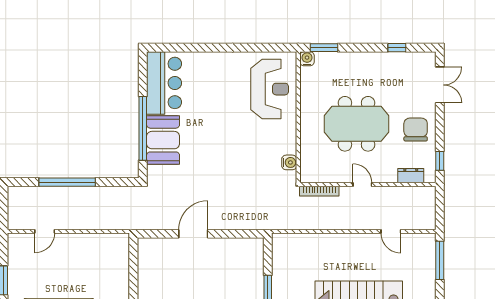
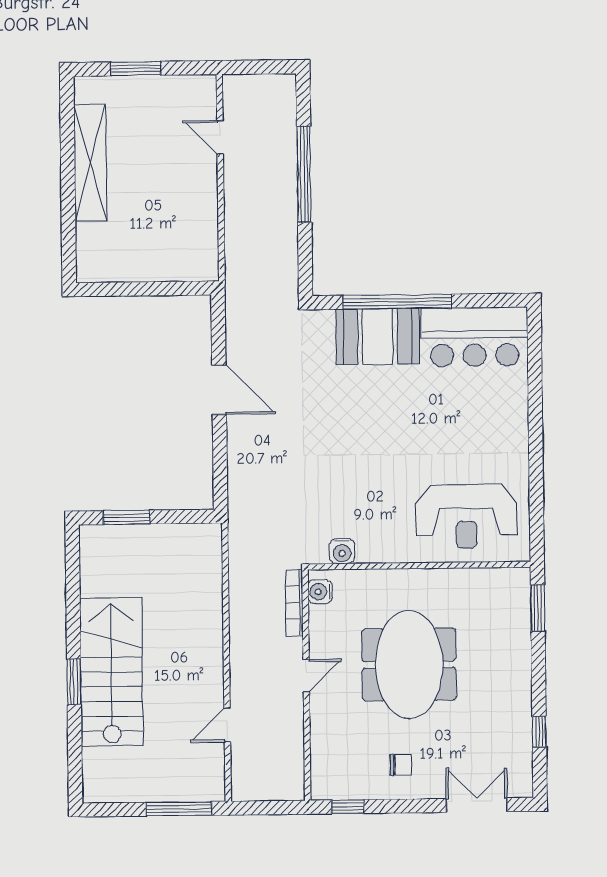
water cooler: (307, 59) -> (320, 592), moved, turned 180
double door: (440, 85) -> (477, 805), swing flipped
chair: (416, 130) -> (401, 765), width x0.54, depth x0.54
dresser: (411, 176) -> (322, 758), removed

